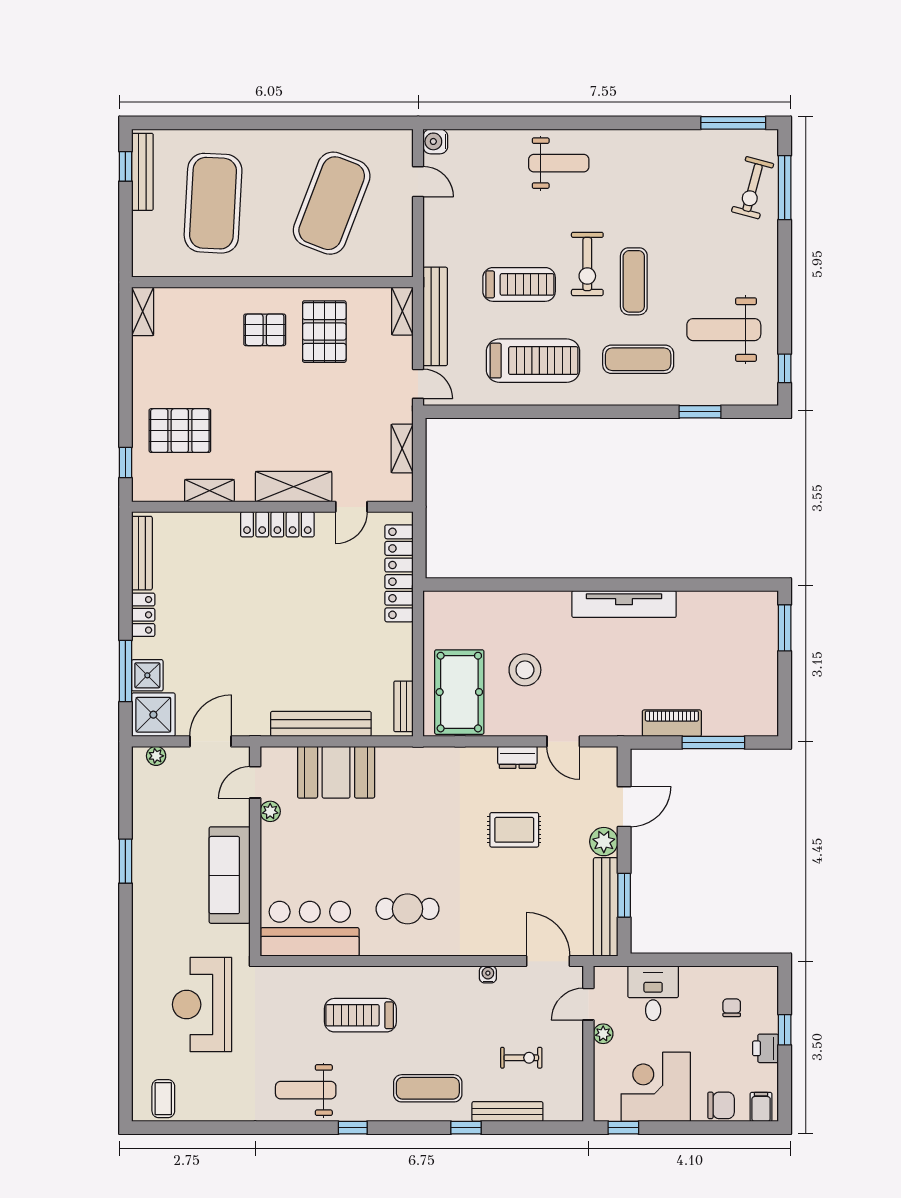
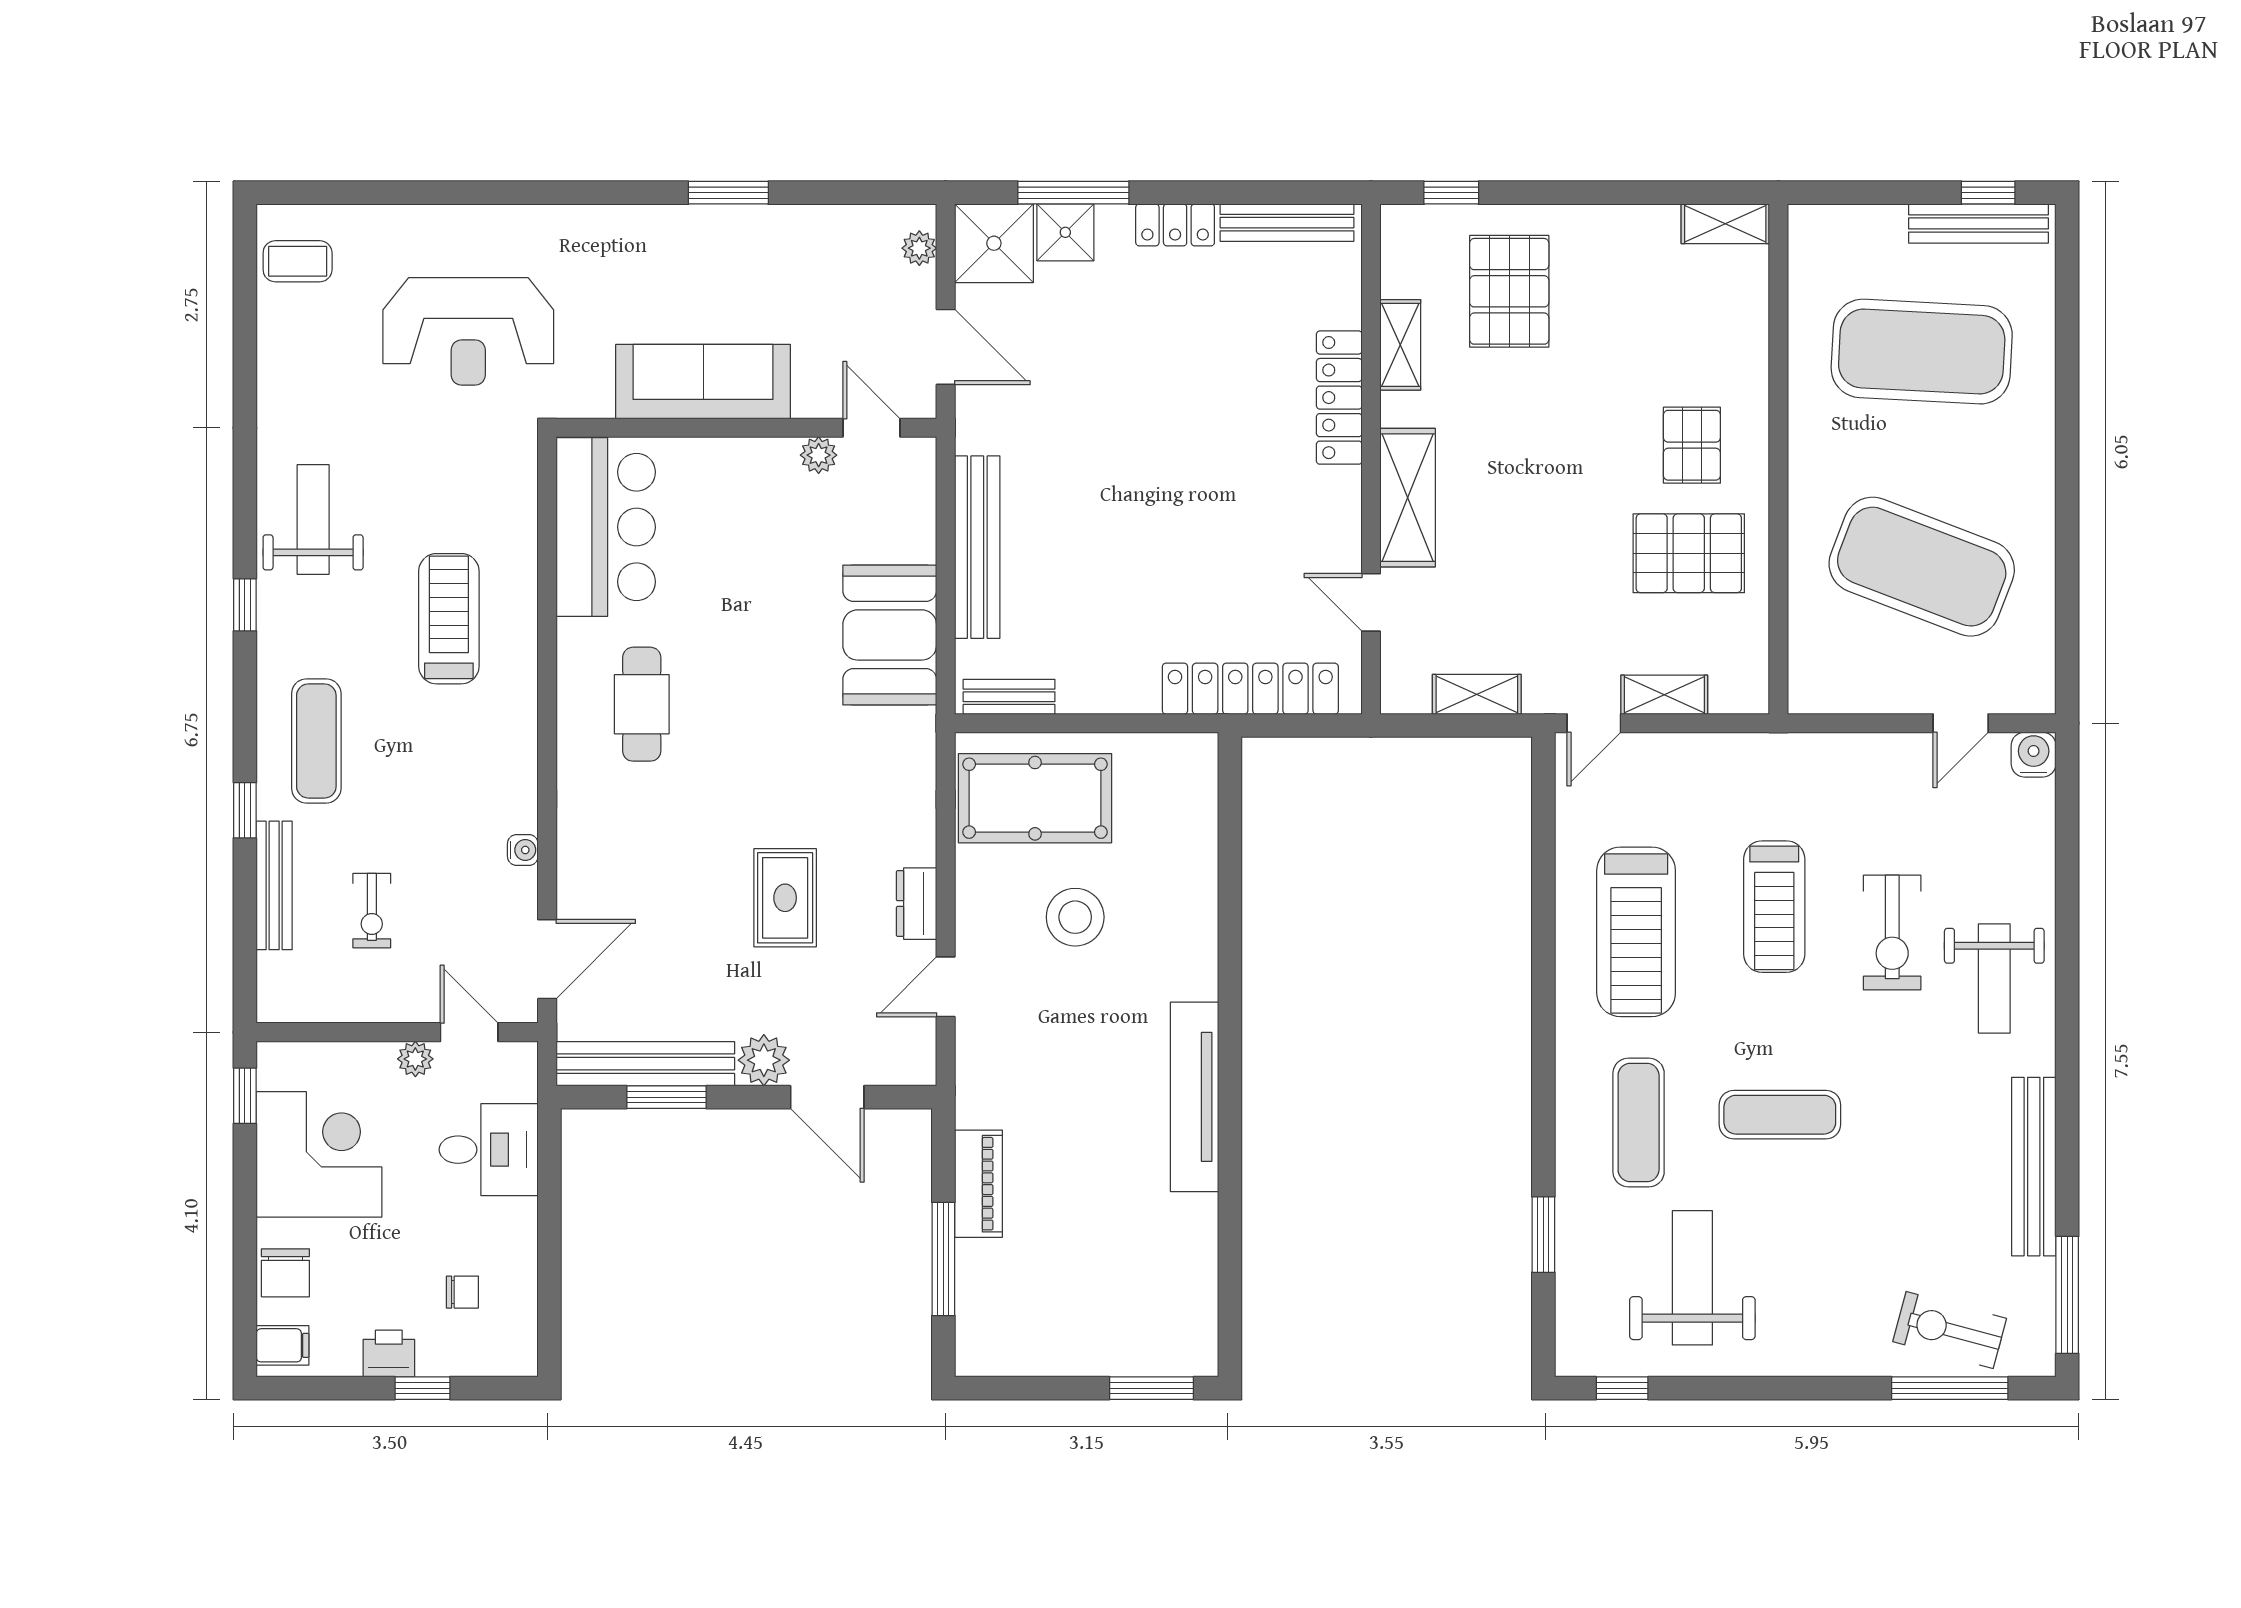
exercise bike: (587, 264) -> (1892, 933), moved, turned -90
shelving: (402, 311) -> (1664, 695), moved
bench: (435, 316) -> (2034, 1167), moved, turned 90
locker: (277, 524) -> (1339, 398), moved
booth: (336, 772) -> (890, 635), moved
reception desk: (202, 1005) -> (468, 331), turned 180

